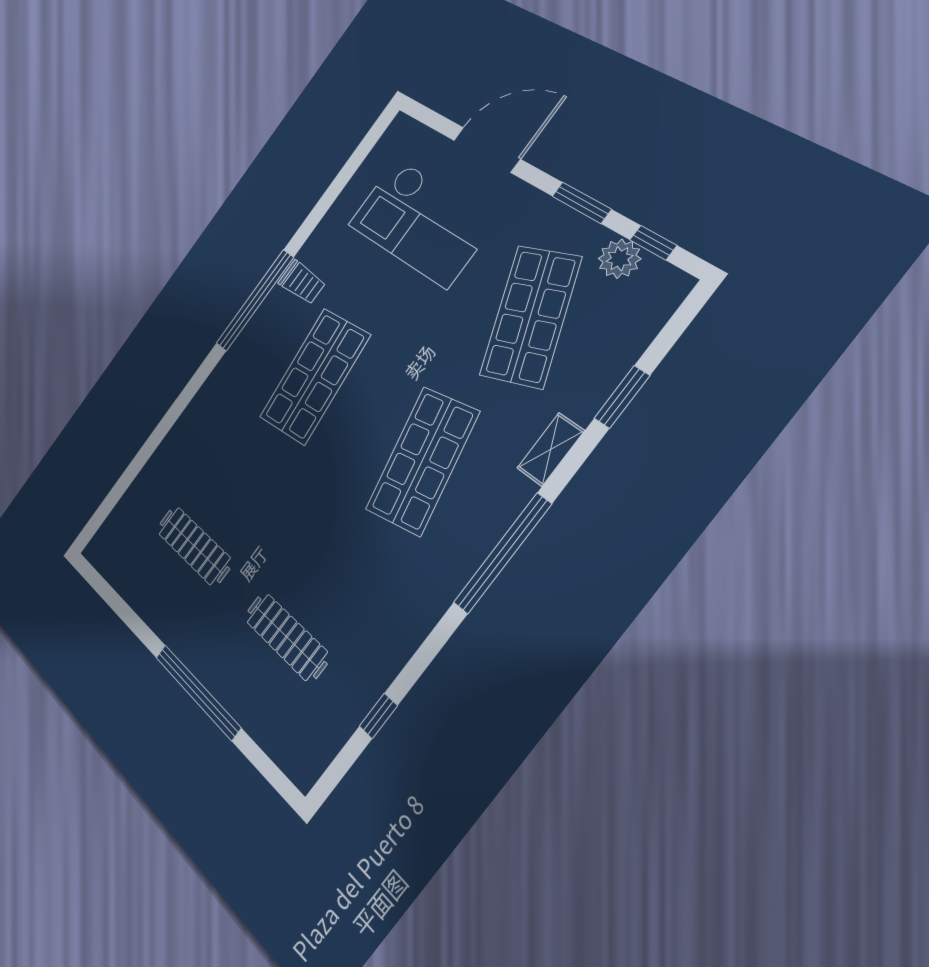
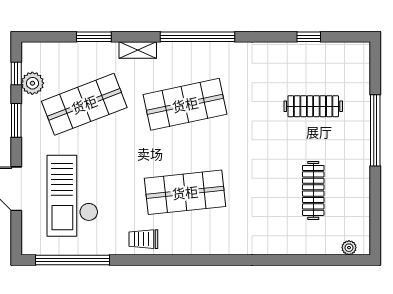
checkout: (421, 222) -> (73, 196), turned 180
trolley: (302, 282) -> (143, 239), turned -90
window: (255, 300) -> (72, 260), moved
plant: (106, 534) -> (349, 248), added
clothes rail: (287, 637) -> (313, 106), turned 90

